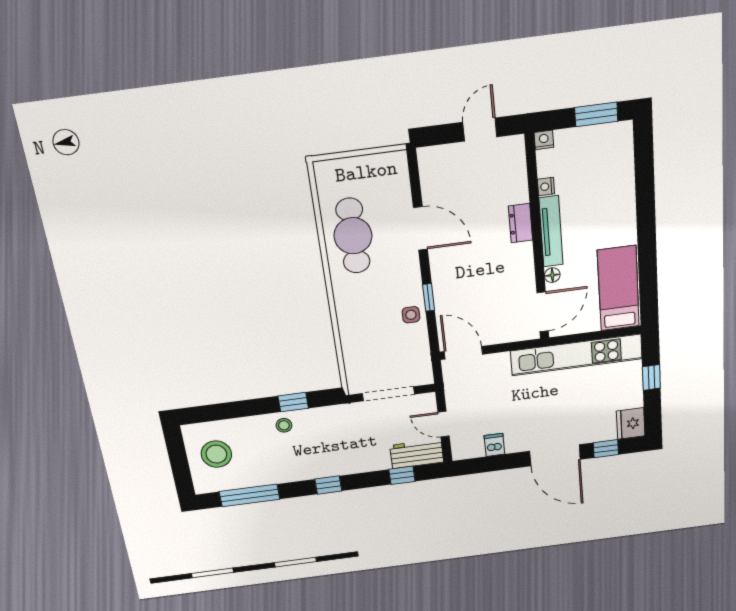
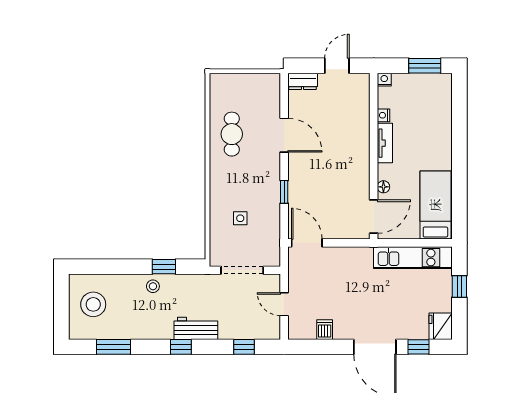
dresser: (521, 223) -> (303, 81), moved, turned -90
tv unit: (551, 232) -> (385, 143), width x0.71
cafe table: (353, 236) -> (232, 134), width x0.73, depth x0.74
side table: (411, 315) -> (240, 218), moved
kitchen unit: (576, 355) -> (413, 258), width x0.73
workbench: (417, 454) -> (196, 328), moved
window: (250, 495) -> (114, 347), width x0.69

